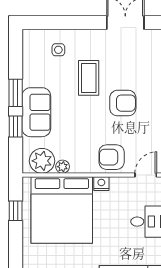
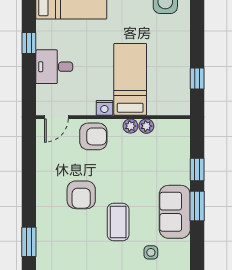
armchair: (123, 103) -> (81, 195), turned -90
sofa: (36, 112) -> (175, 212), moved
plant: (42, 161) -> (130, 126), moved, width x0.53, depth x0.53
bed: (62, 210) -> (130, 79), width x0.49

